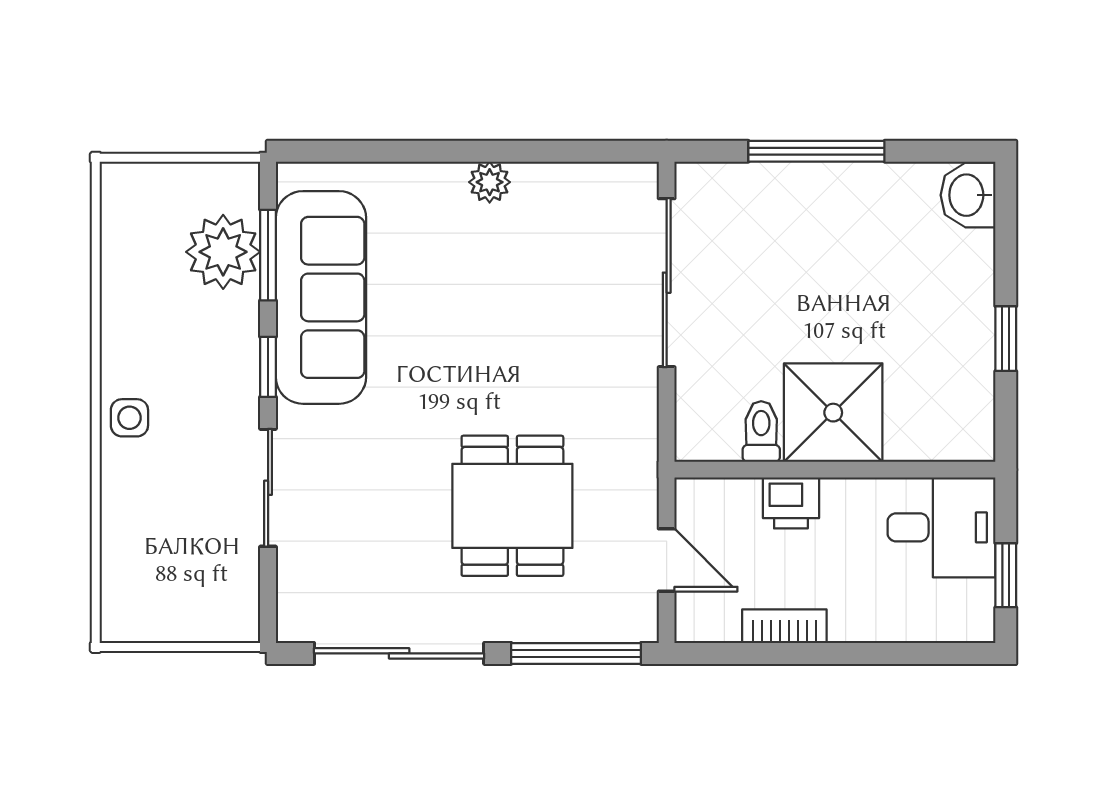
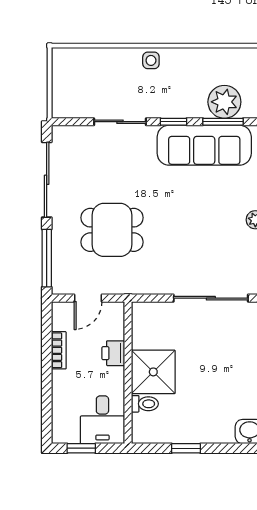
toilet: (761, 432) -> (145, 404), moved

